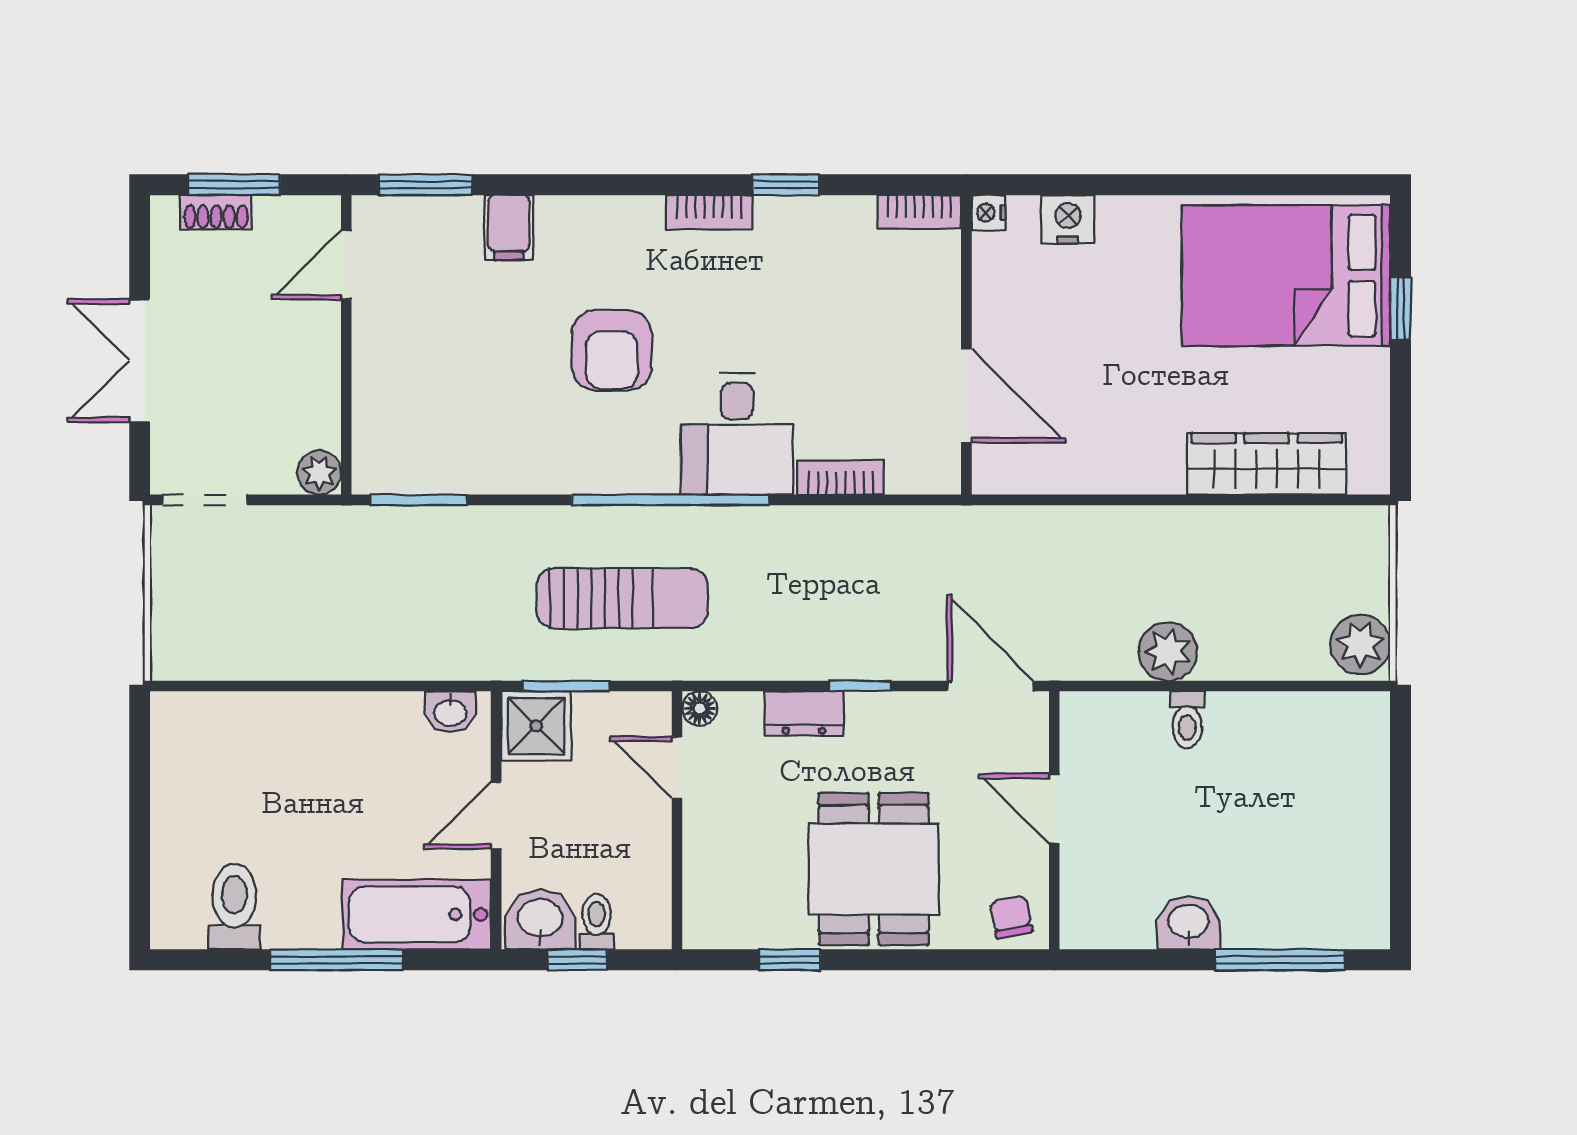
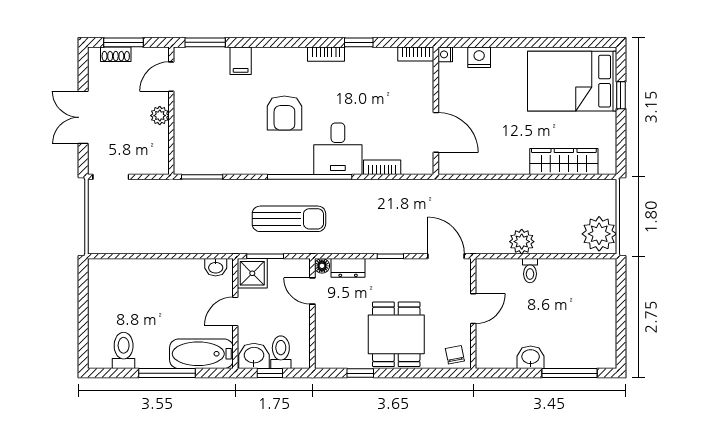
plant: (319, 473) -> (160, 116), moved
plant: (1360, 644) -> (599, 234), width x1.36, depth x1.36
dresser: (804, 713) -> (348, 268), moved
door: (1054, 809) -> (473, 309), swing flipped
toilet: (597, 922) -> (281, 352), width x1.37, depth x1.39

